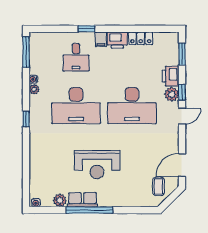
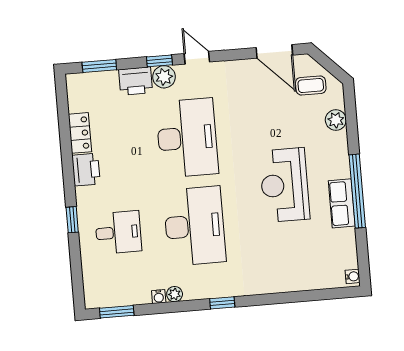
filing cabinet: (101, 39) -> (87, 196), removed
window: (26, 52) -> (117, 312), width x0.69
reception desk: (97, 164) -> (284, 185), turned 180
plant: (60, 200) -> (336, 120), moved

